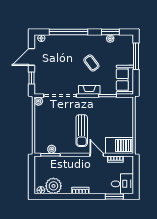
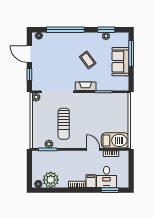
door: (32, 57) -> (29, 54), hinge flipped
sofa: (125, 80) -> (120, 62), moved
sun lounger: (82, 131) -> (64, 124), moved
desk: (122, 184) -> (106, 177), moved, turned 90
filing cabinet: (95, 187) -> (91, 181), added

